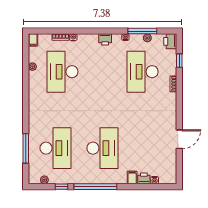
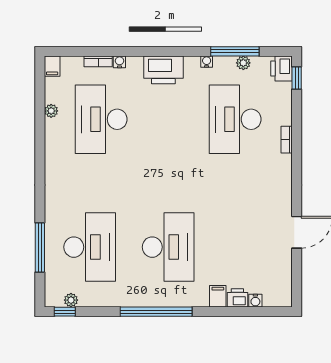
printer: (105, 39) -> (163, 70), width x1.87, depth x1.48
window: (179, 61) -> (297, 78), moved
window: (61, 187) -> (65, 312), moved

